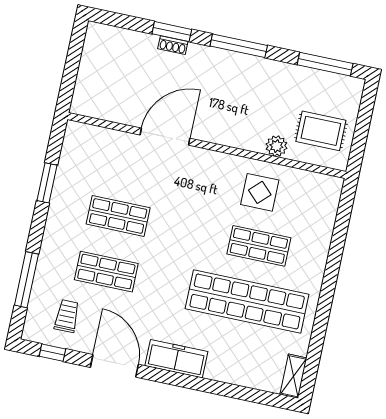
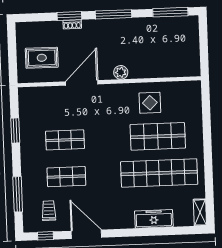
rug: (321, 131) -> (42, 58), moved
plant: (276, 146) -> (121, 72), moved
shop shelf: (259, 246) -> (158, 136), width x1.43, depth x1.36
freezer: (176, 359) -> (154, 219), moved

